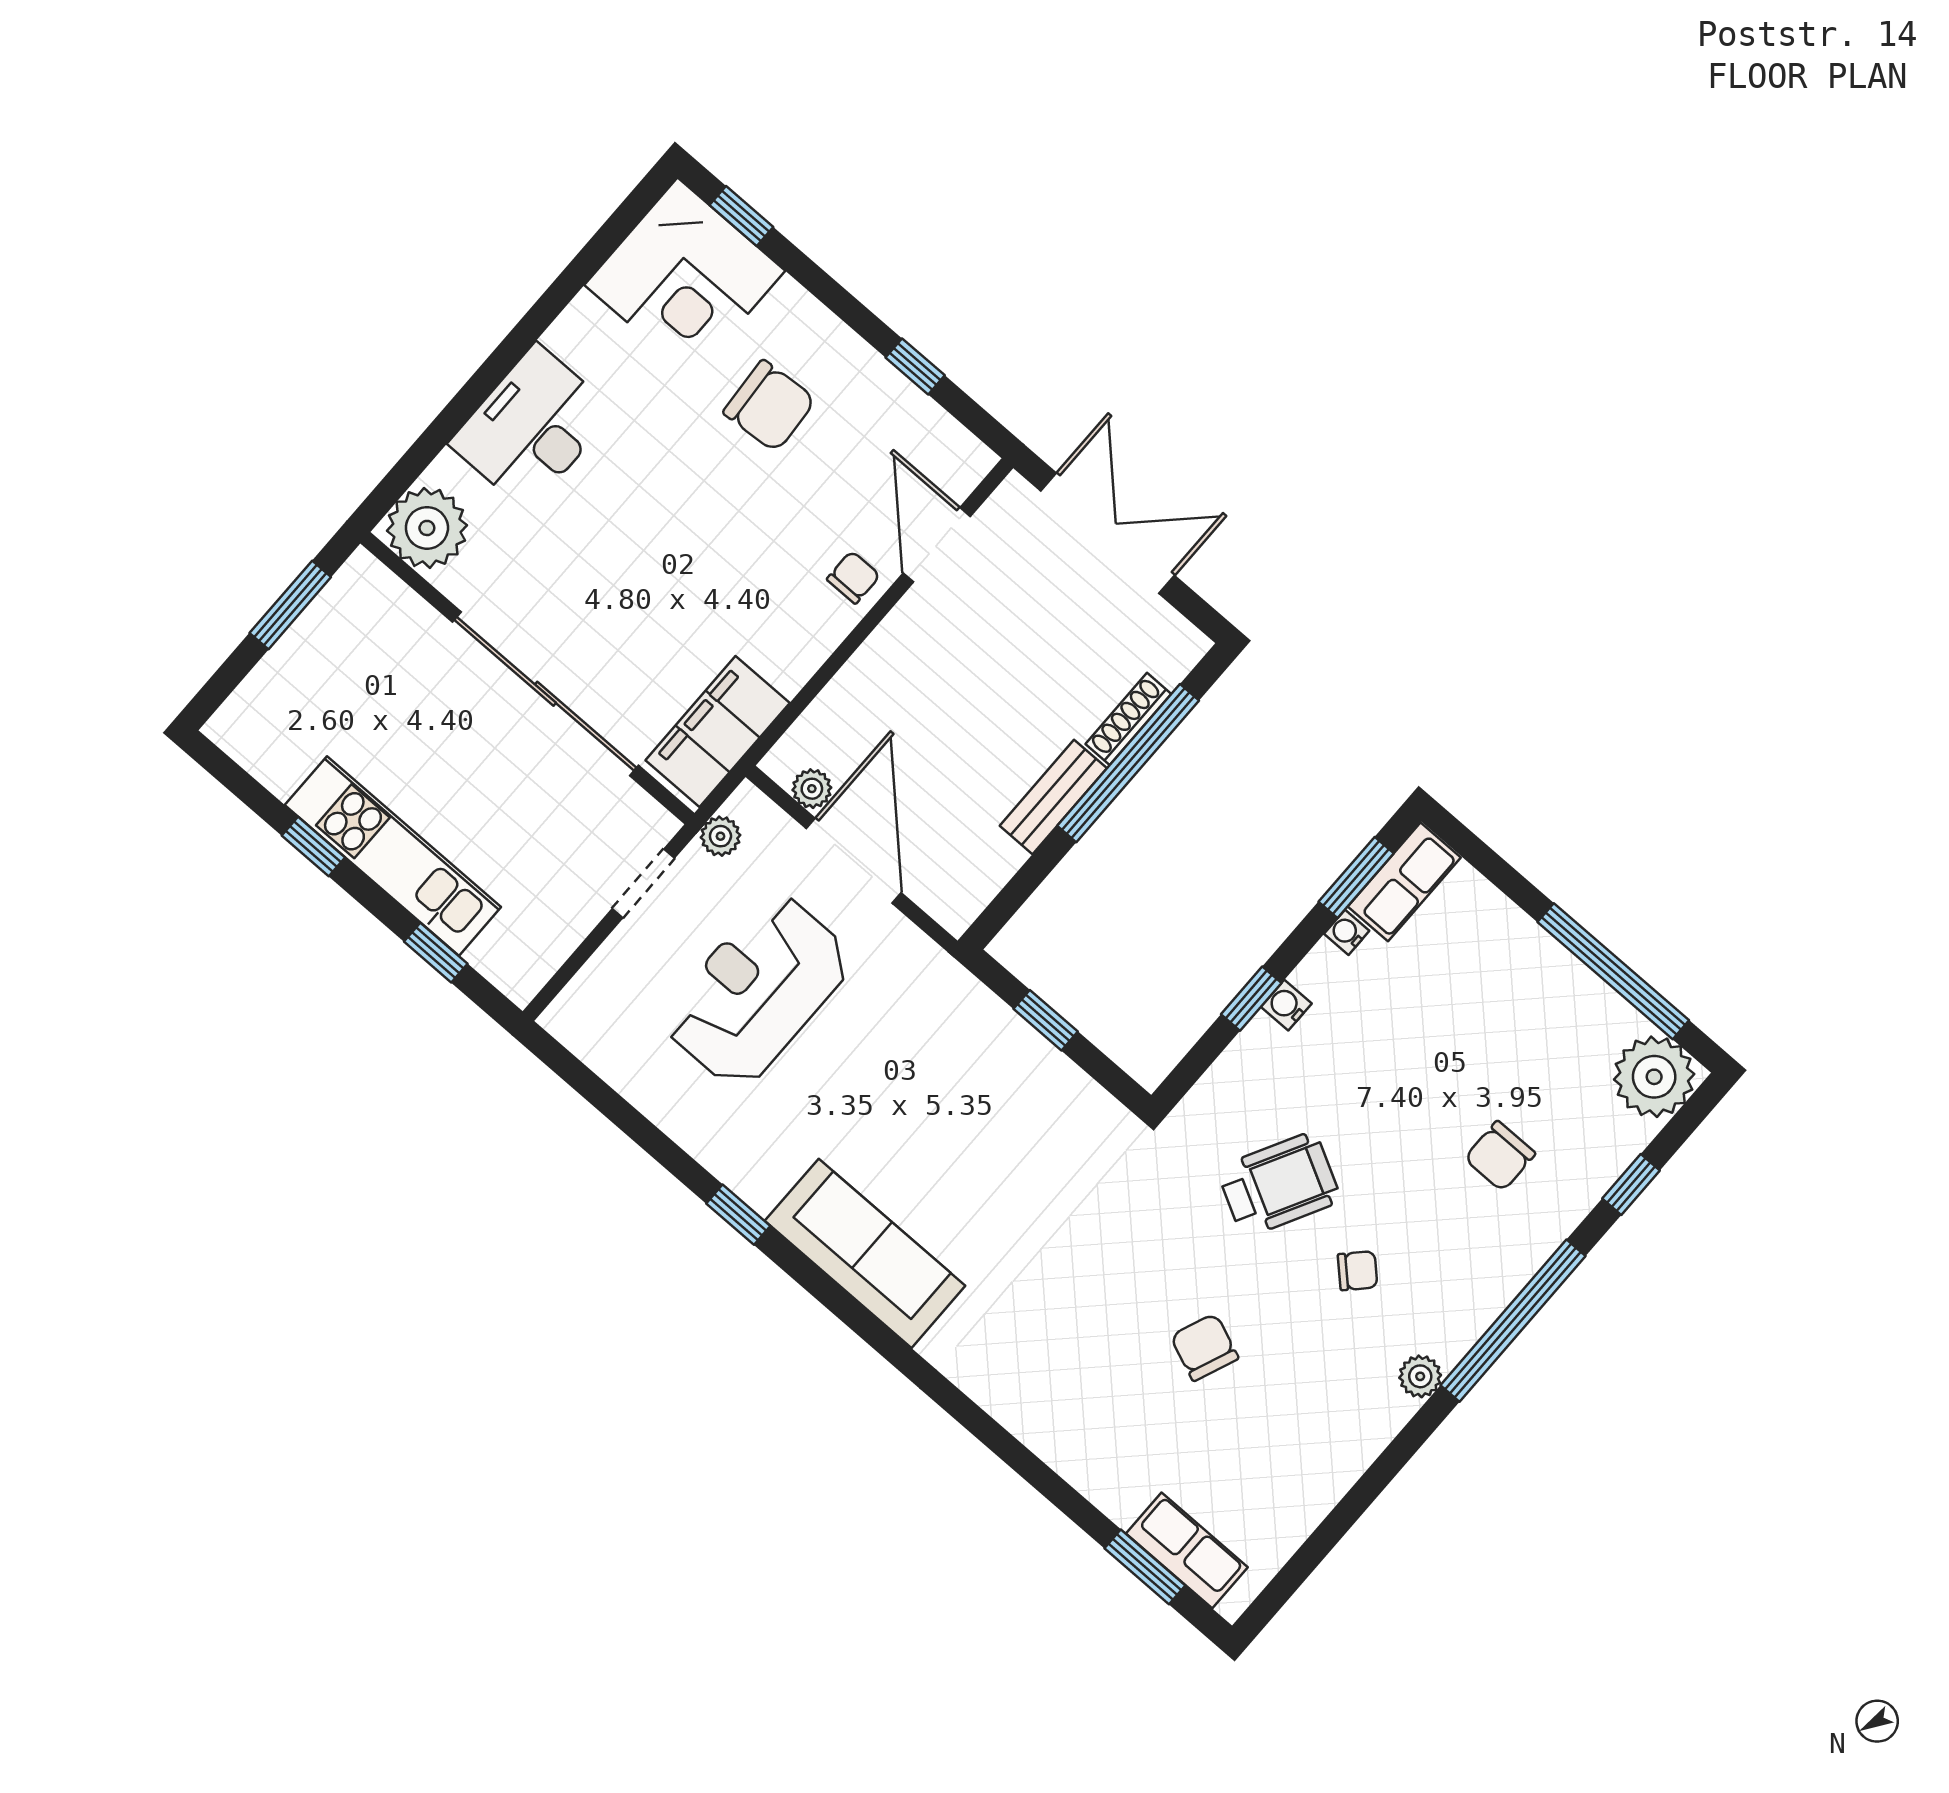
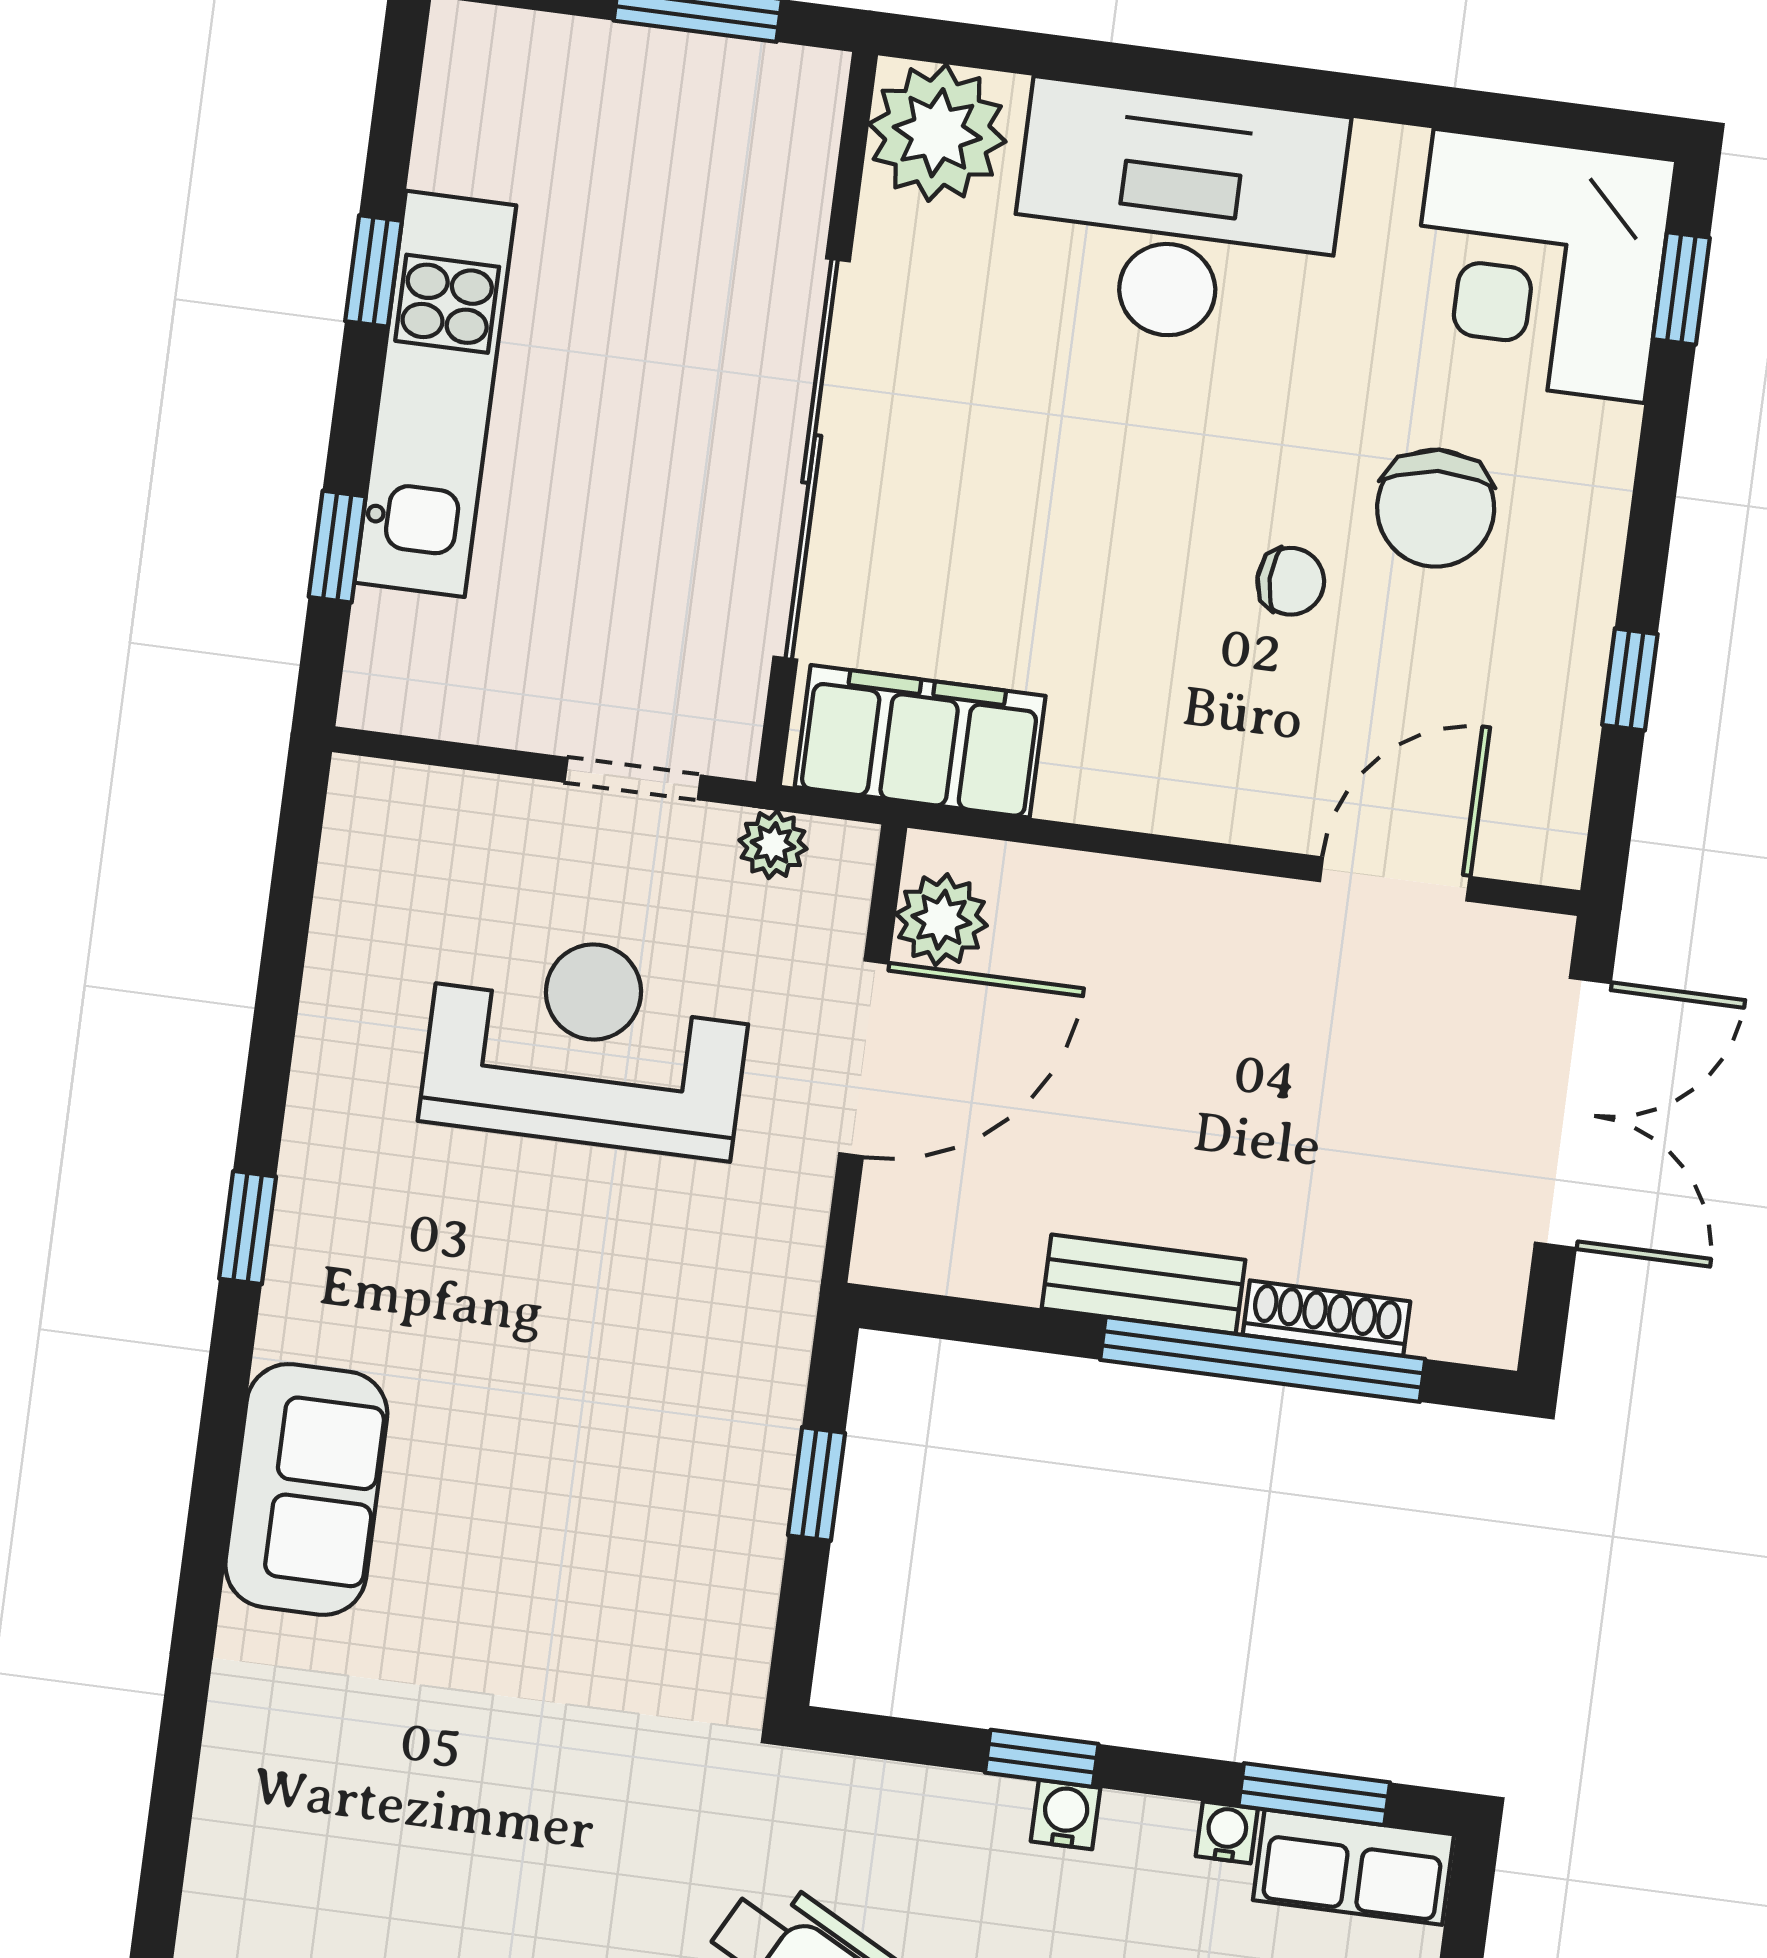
desk: (532, 427) -> (1177, 216), width x1.36, depth x1.30
chair: (853, 577) -> (1291, 581), moved
plant: (812, 789) -> (941, 920), width x1.38, depth x1.38
sofa: (865, 1253) -> (306, 1489), width x0.73

